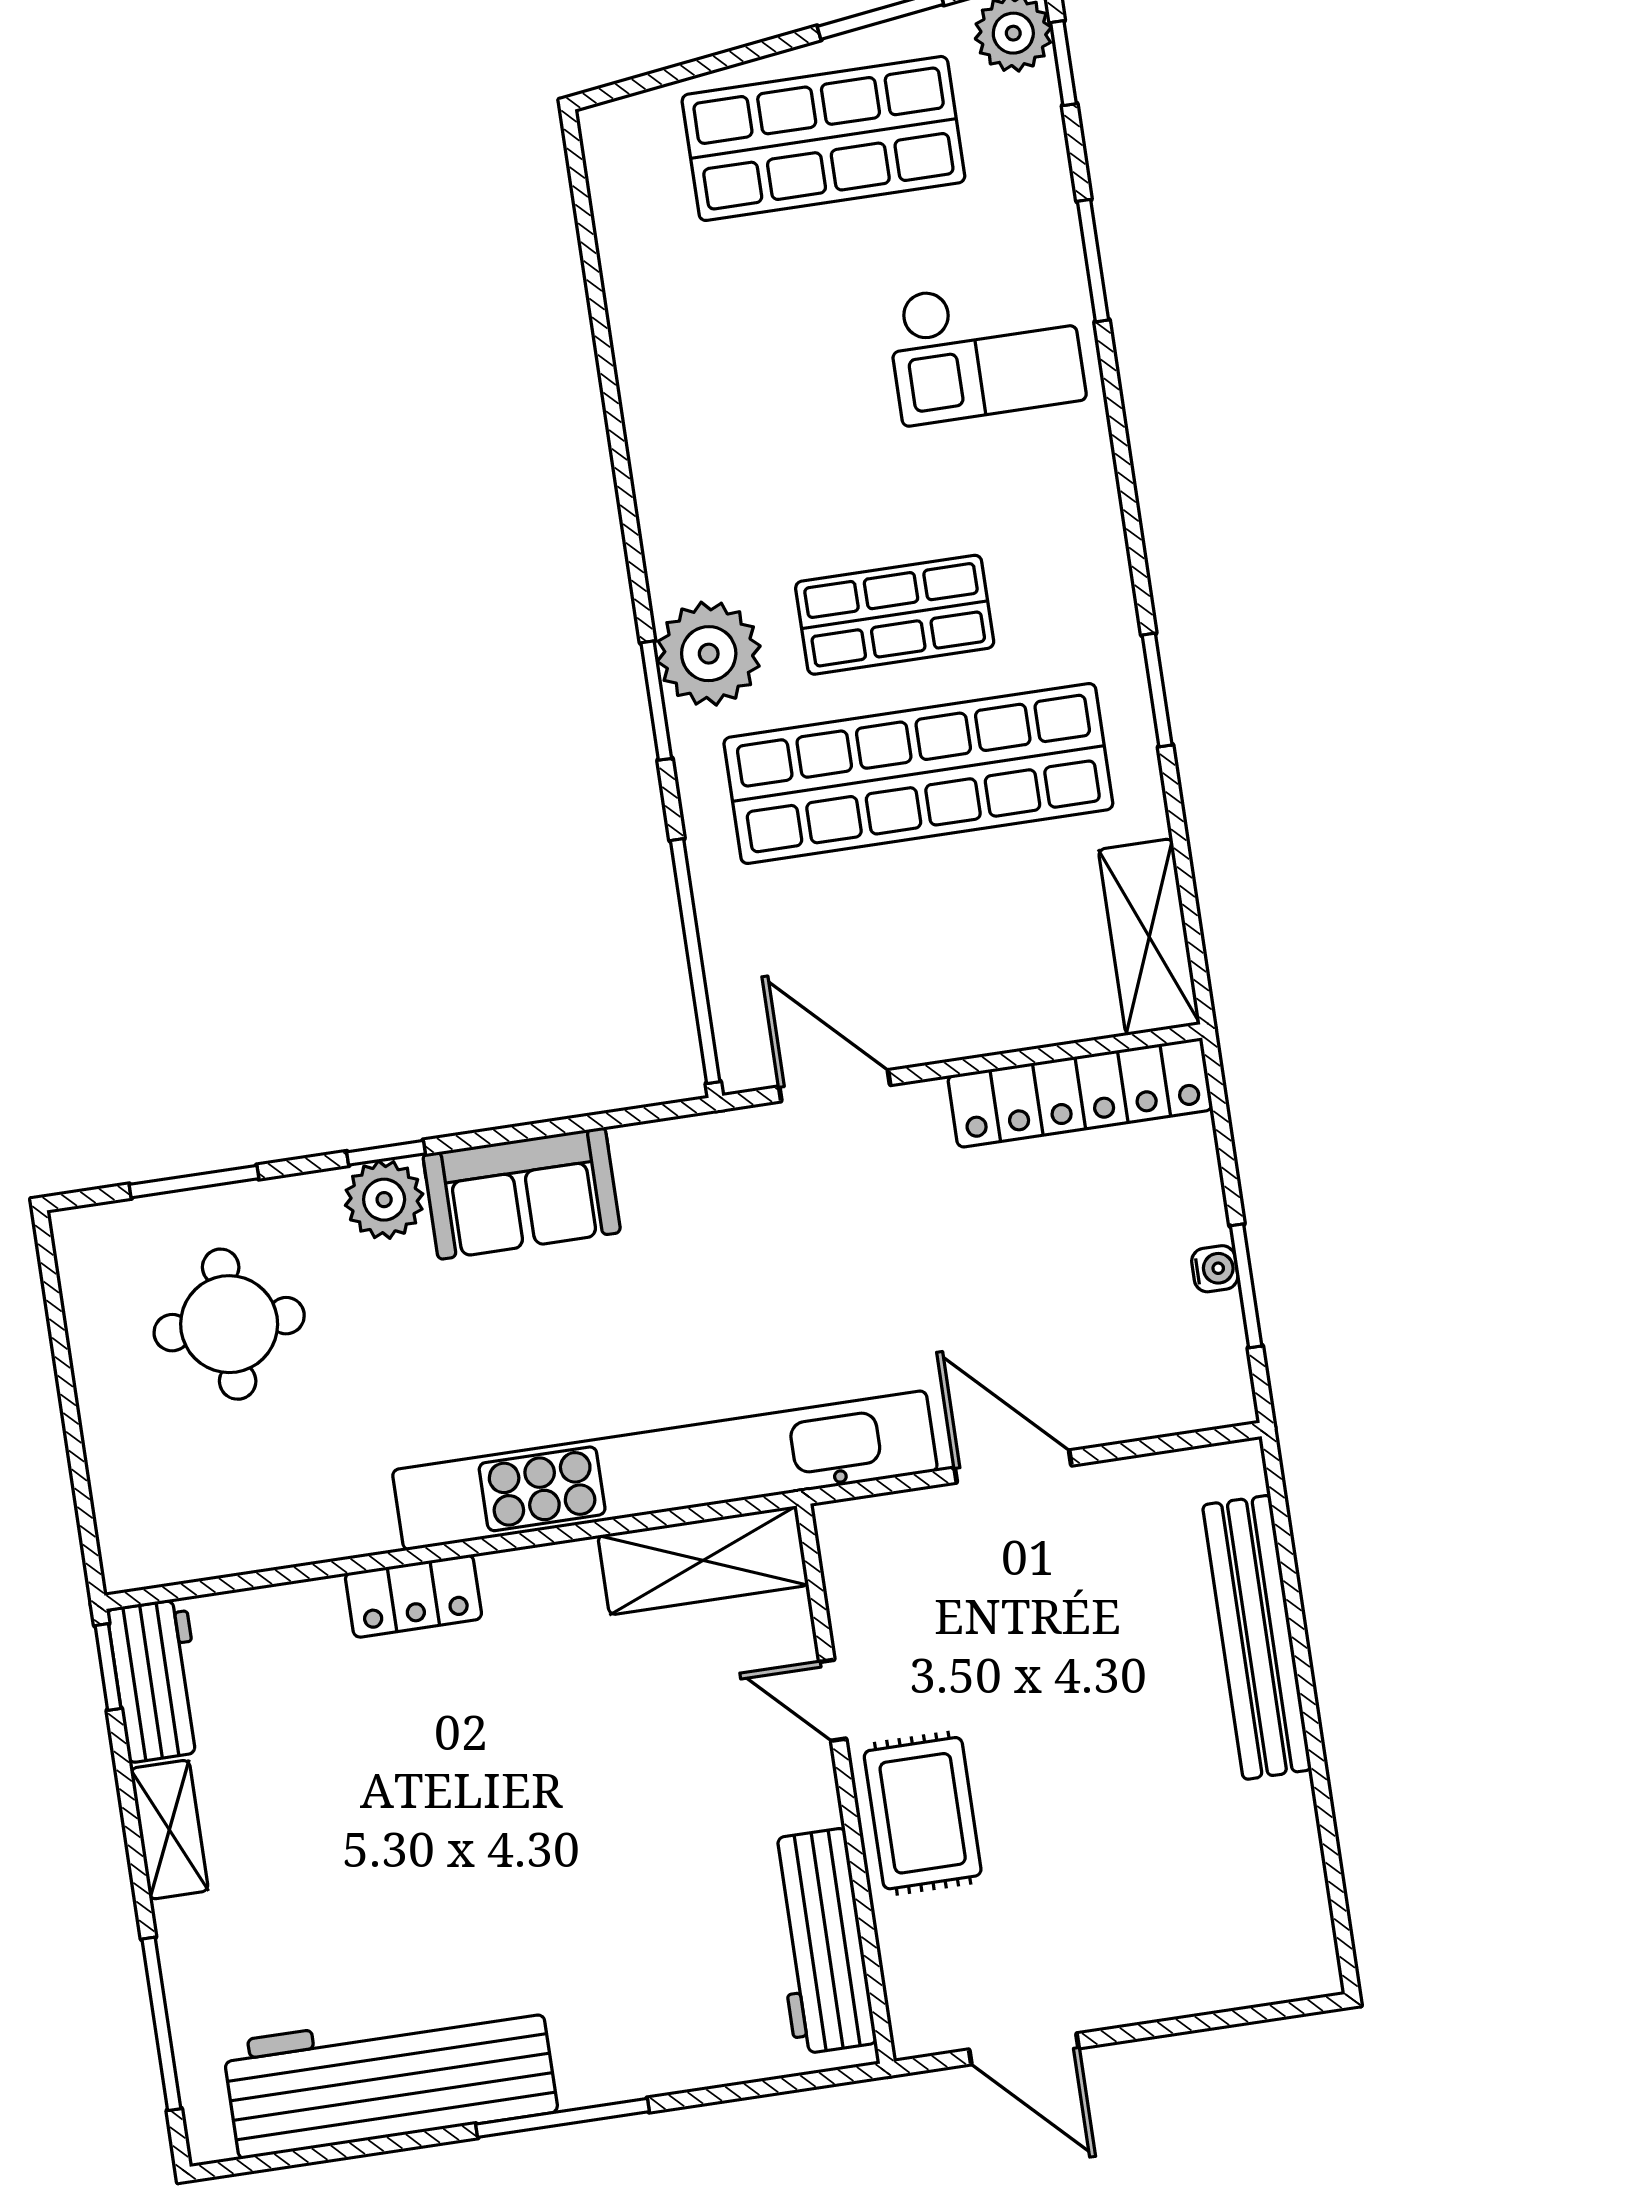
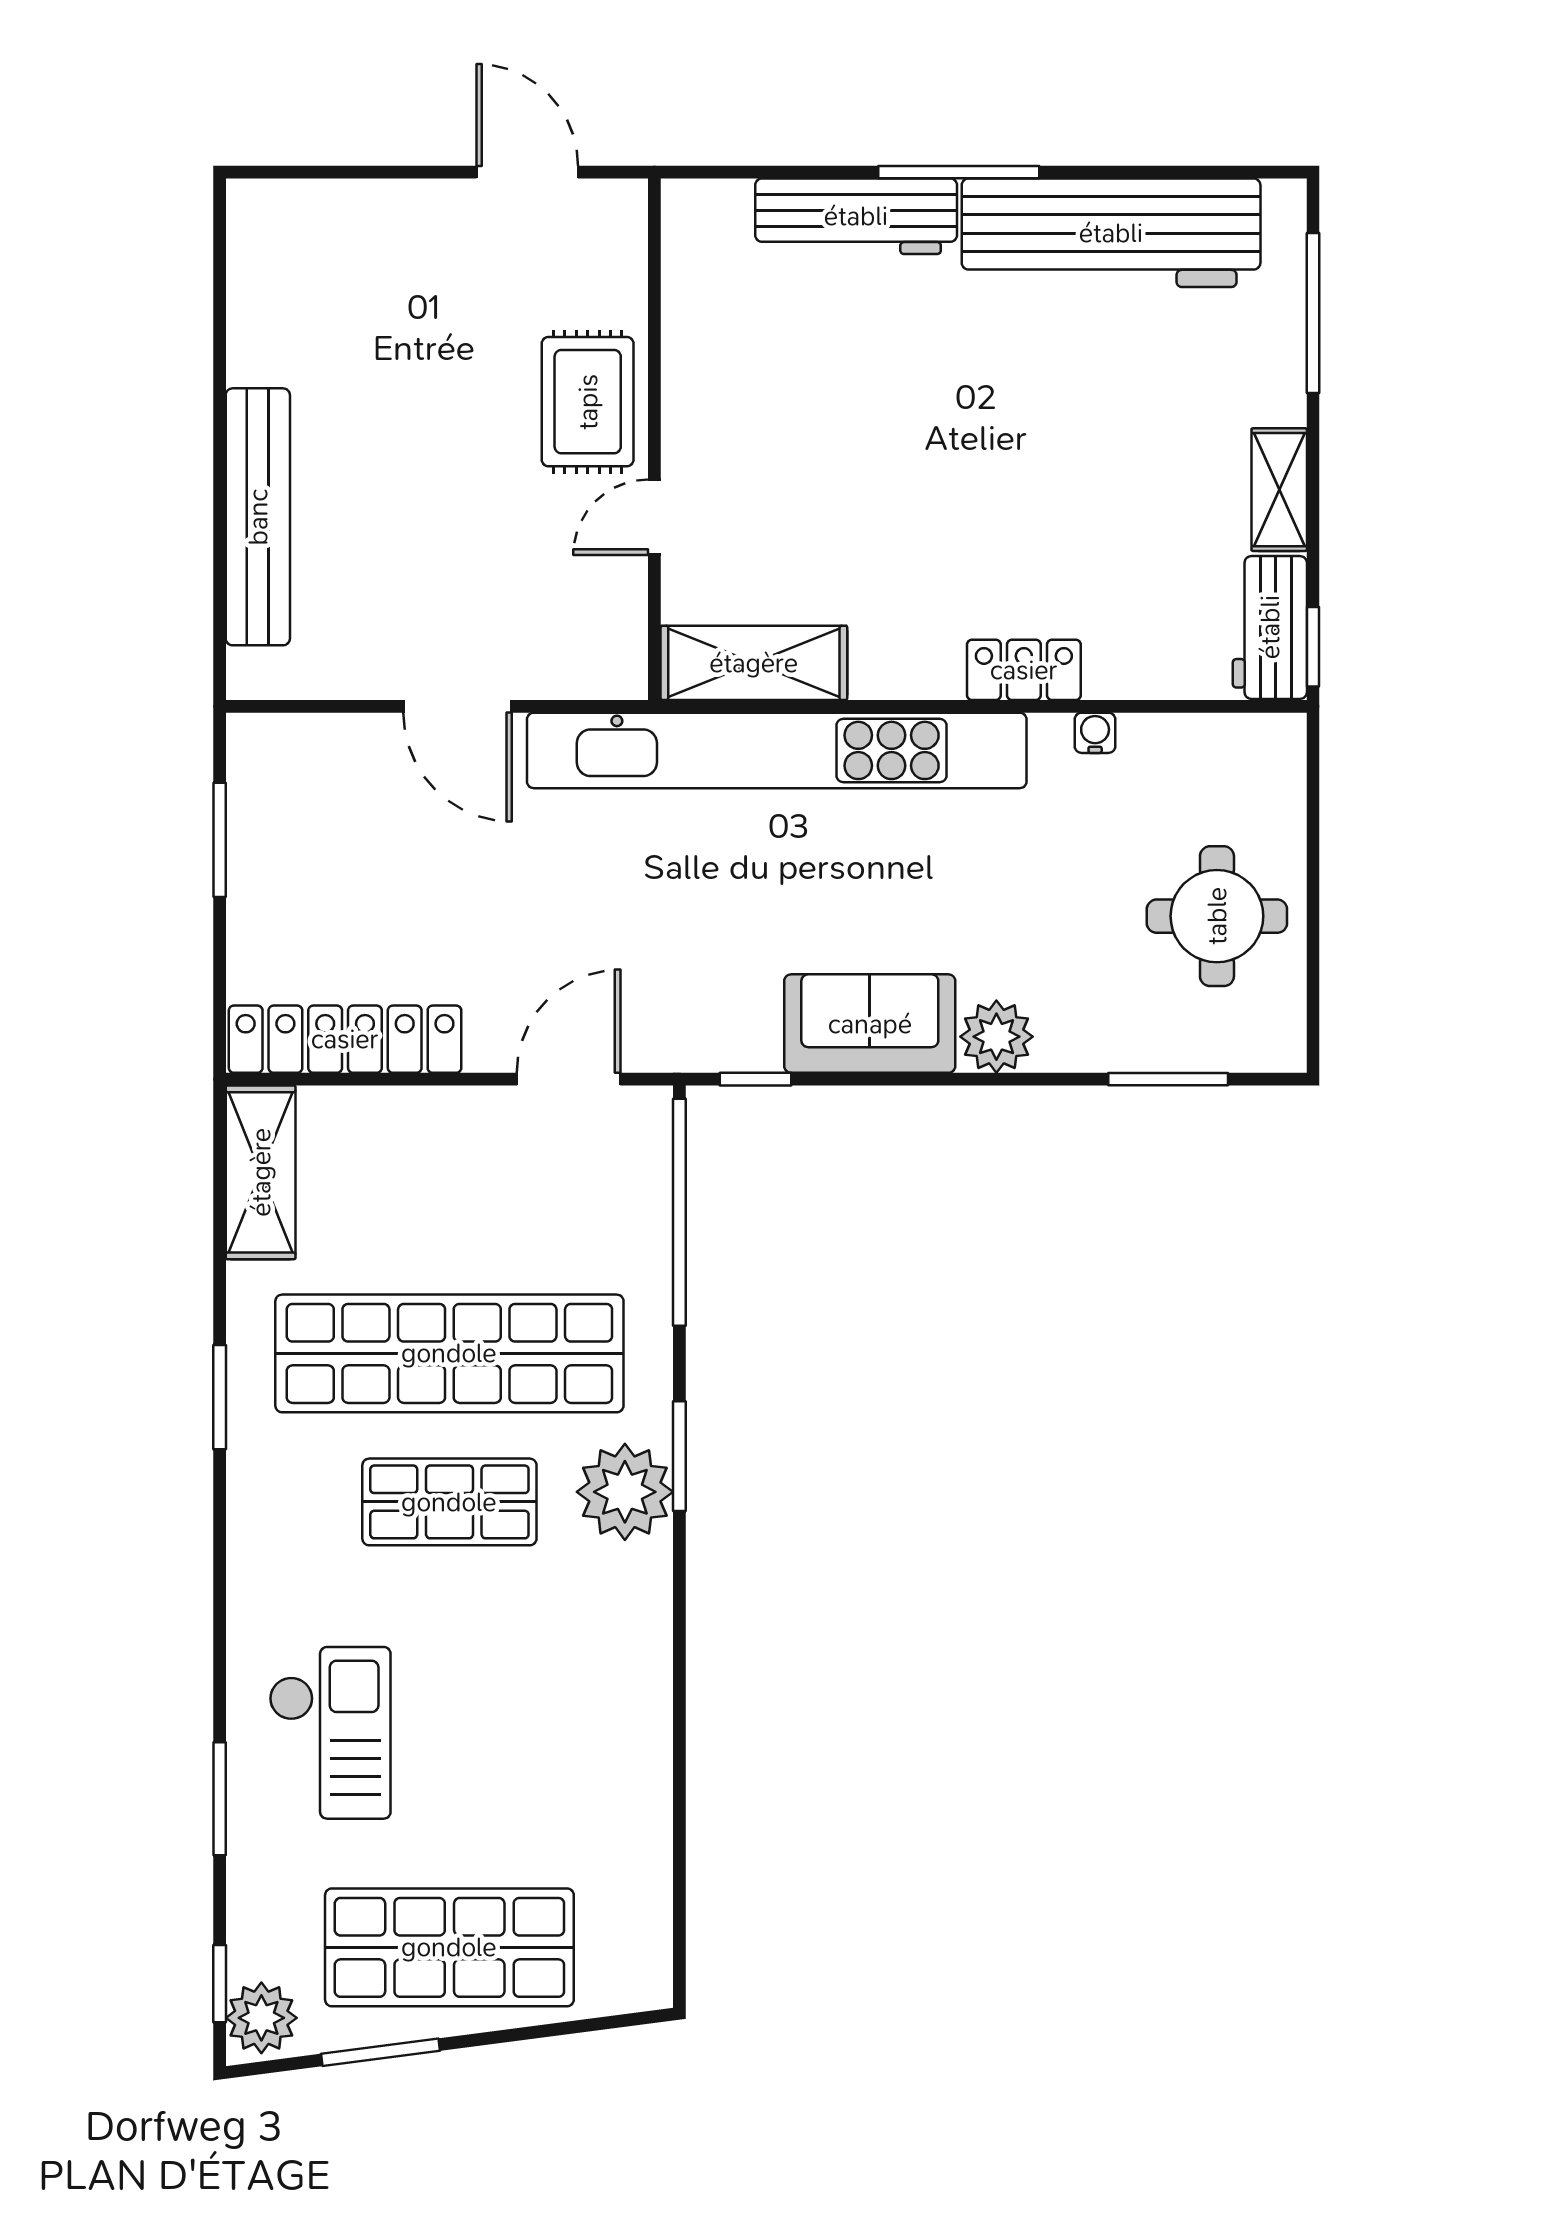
checkout: (986, 349) -> (330, 1733), turned 90
door: (835, 1086) -> (569, 1079), swing flipped
window: (386, 1153) -> (756, 1079), moved
water cooler: (1215, 1269) -> (1095, 733), moved, turned 90
round table: (229, 1324) -> (1217, 916), moved
door: (833, 1700) -> (654, 517), swing flipped
workbench: (821, 1941) -> (856, 216), moved, turned 90

